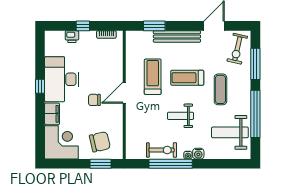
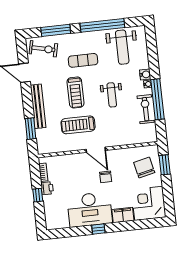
printer: (72, 37) -> (47, 188), moved

